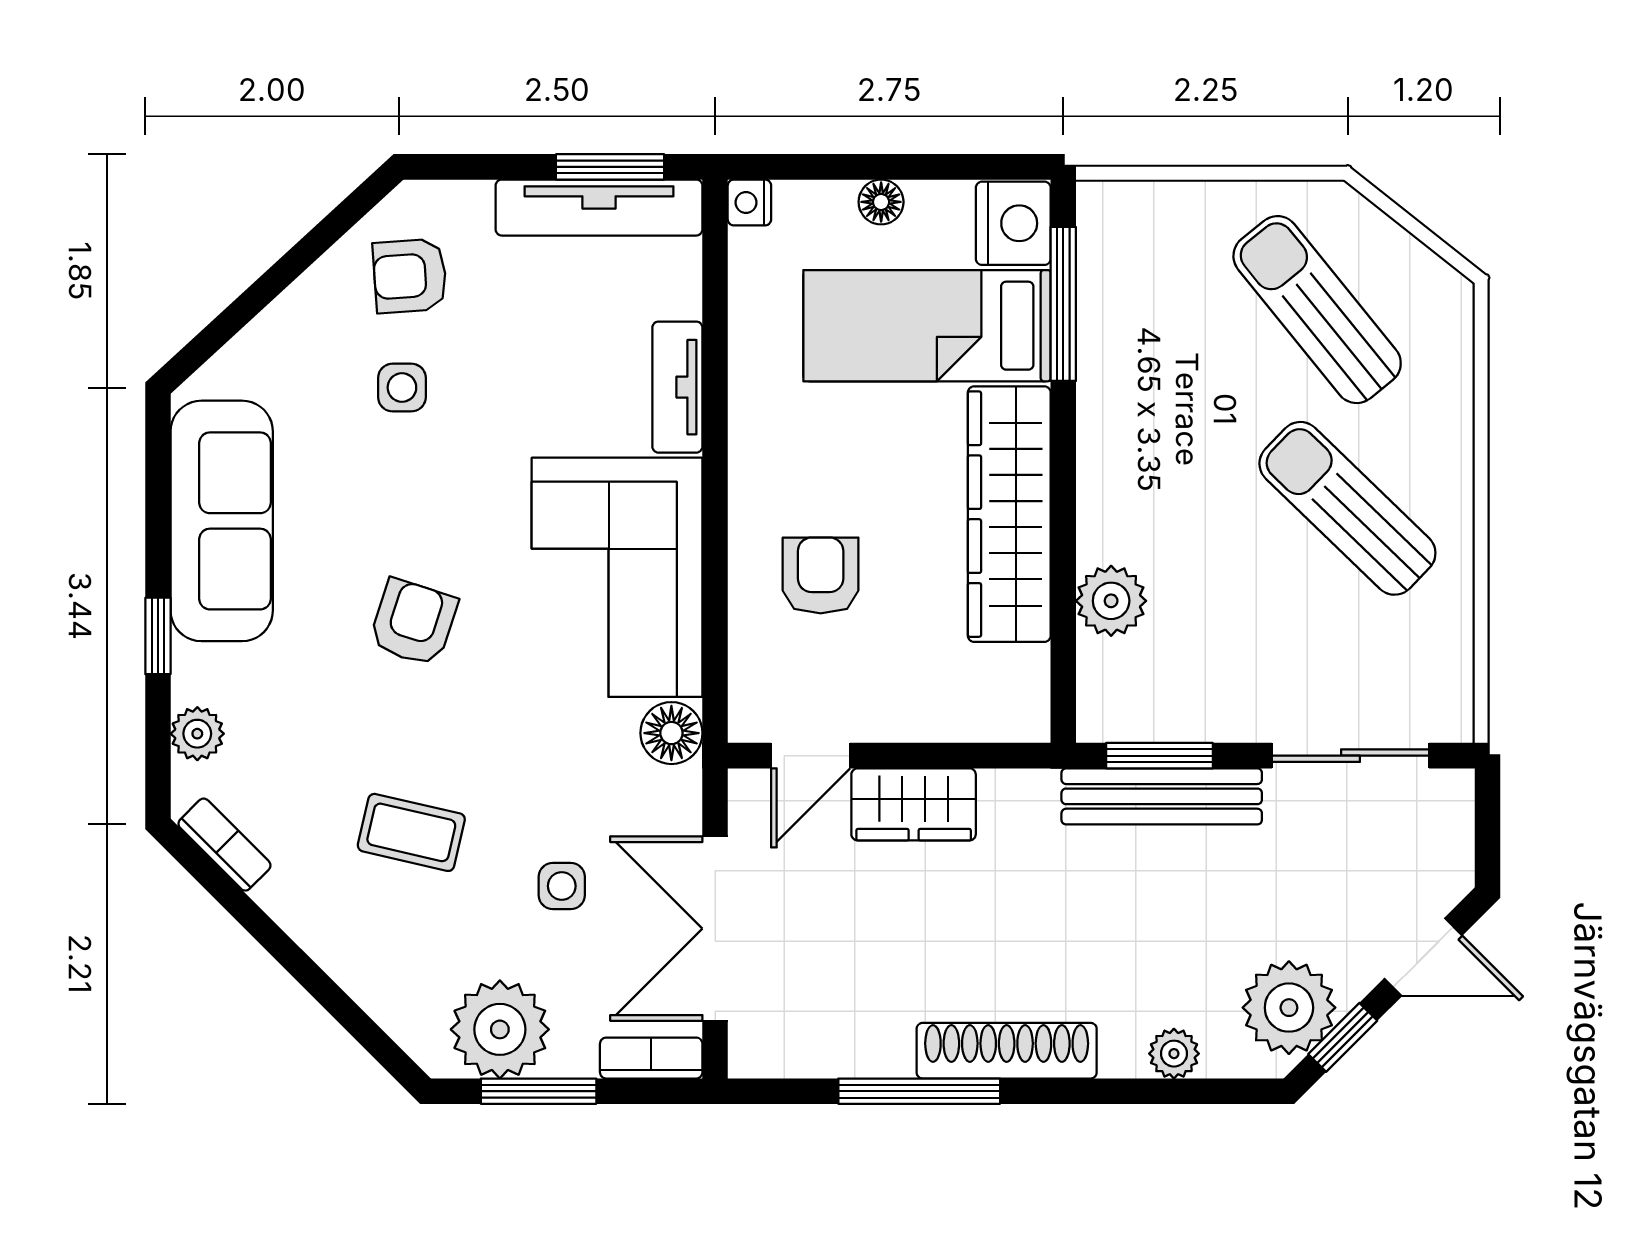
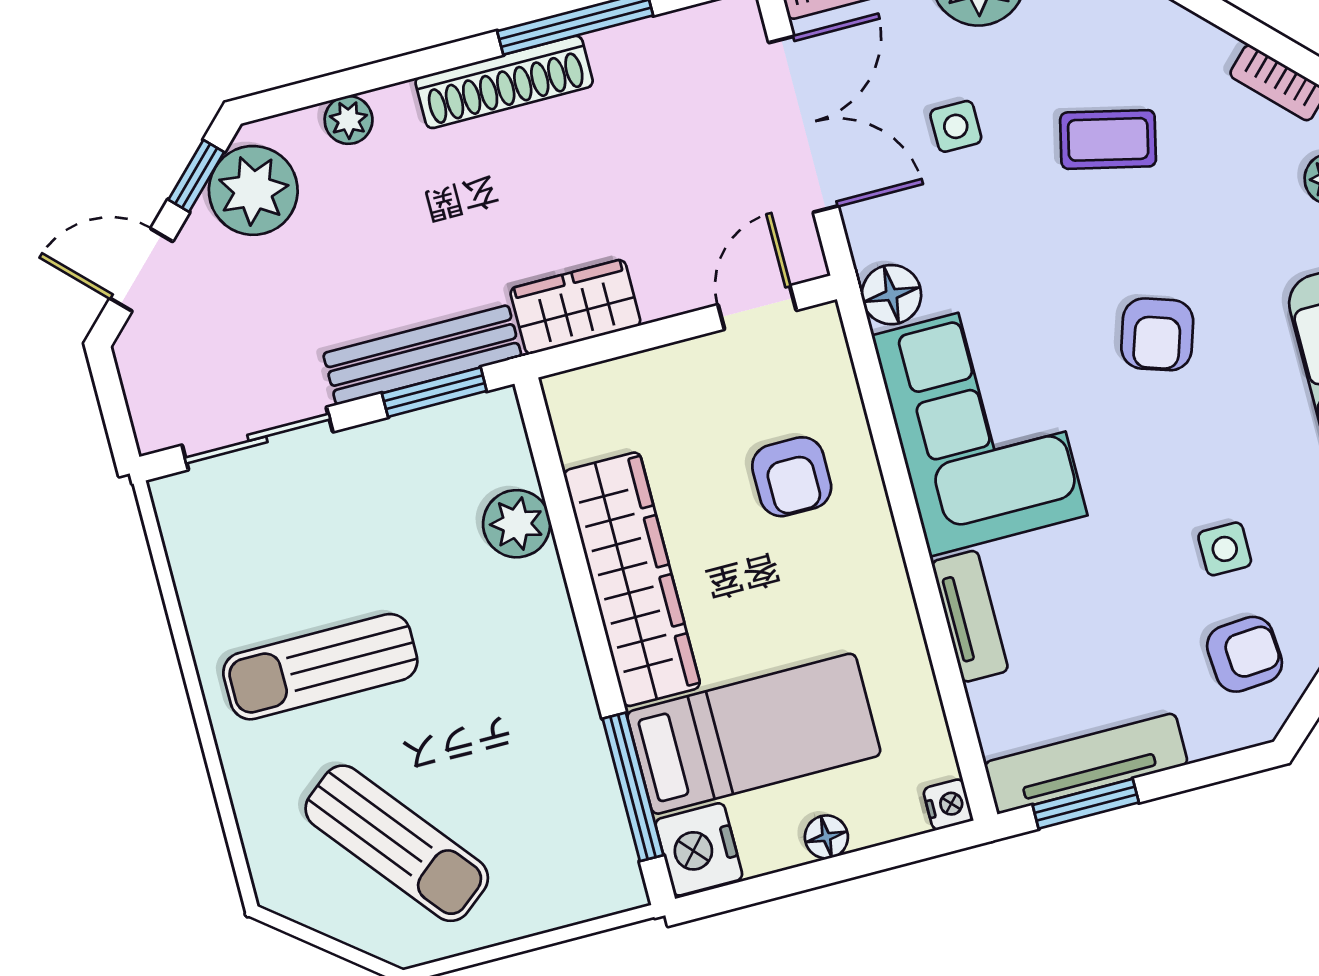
sun lounger: (1347, 508) -> (320, 667), turned 136
wardrobe: (914, 804) -> (575, 307), moved

